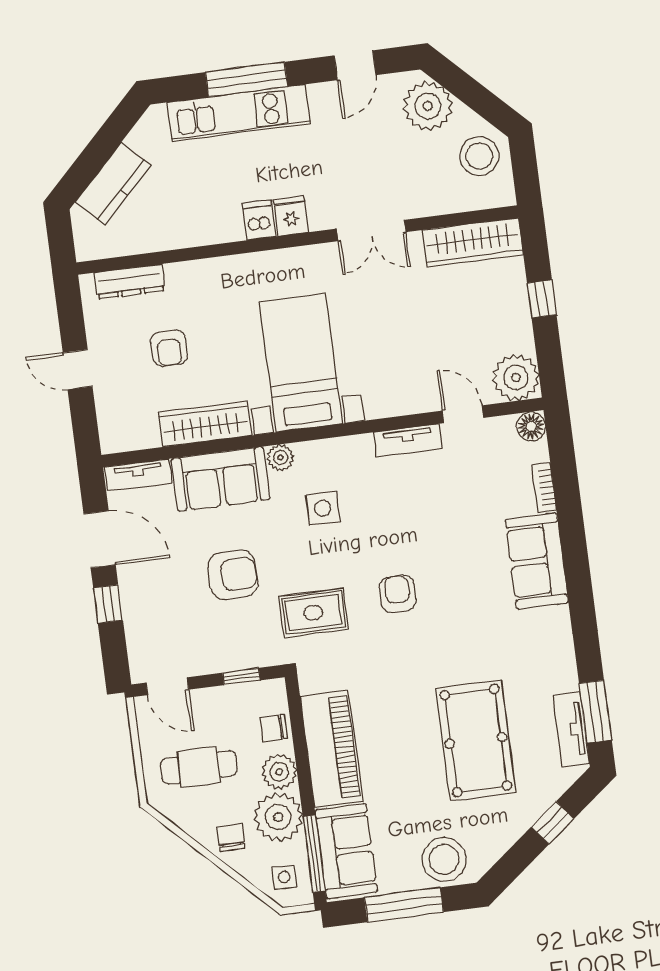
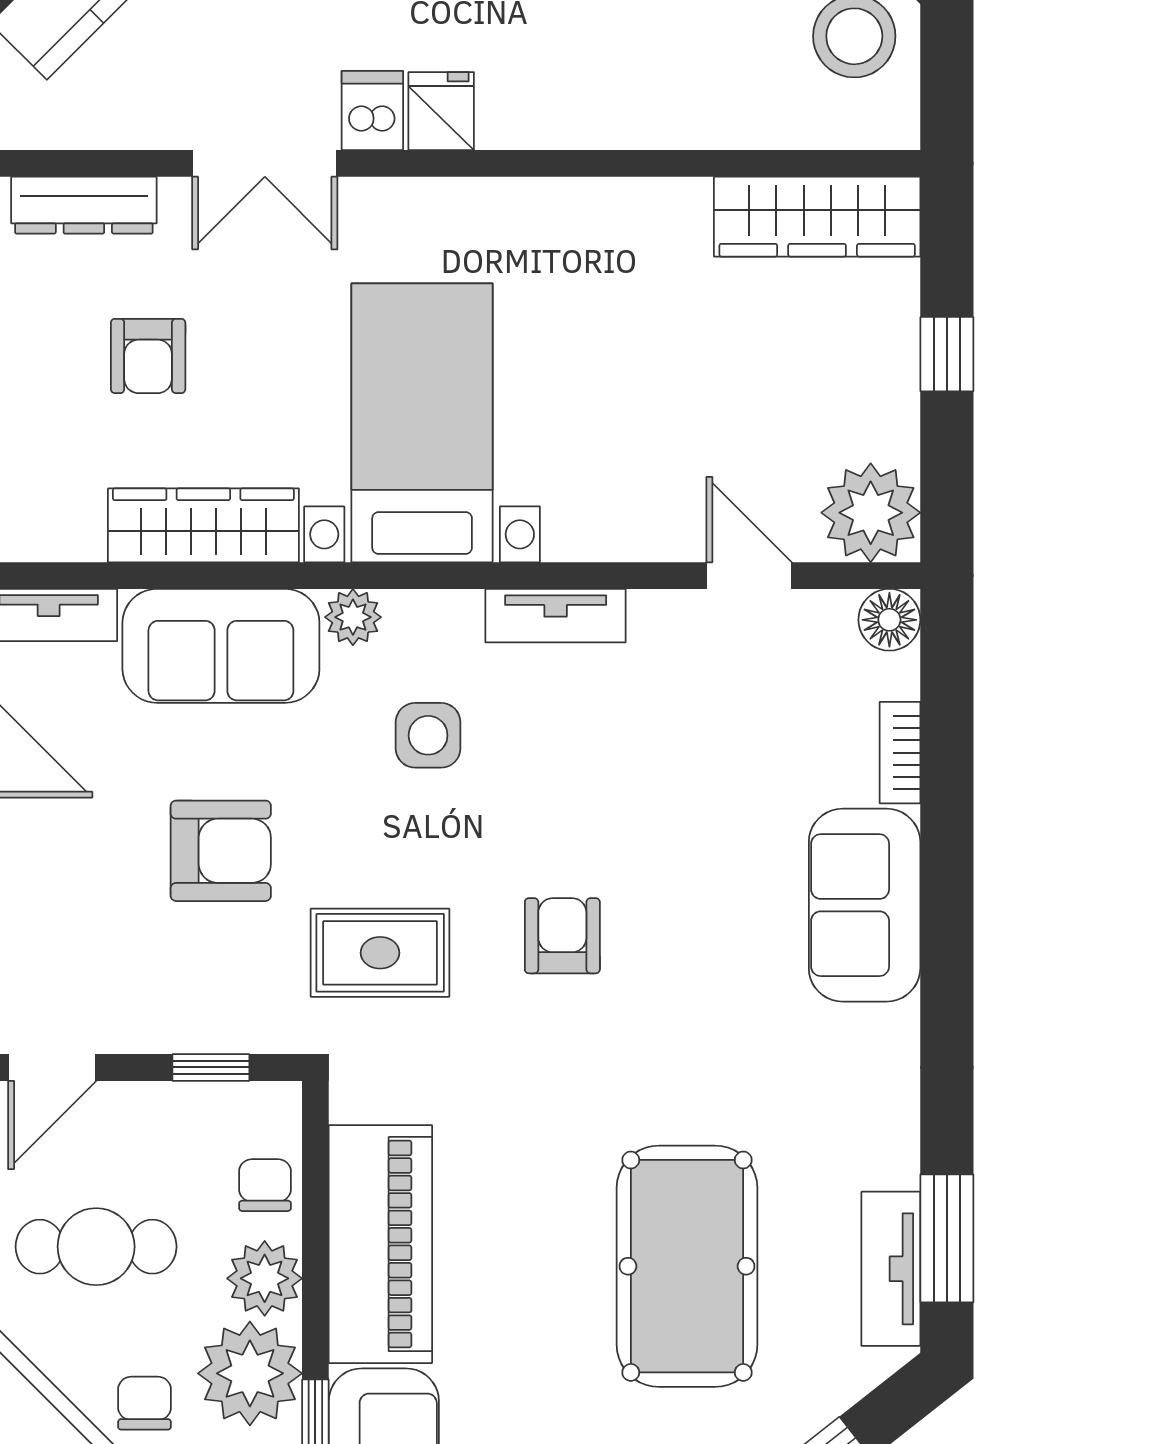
double door: (371, 230) -> (265, 163), moved
tv unit: (408, 440) -> (556, 616), moved
door: (167, 686) -> (52, 1067), hinge flipped
chair: (274, 728) -> (265, 1185), turned 90

